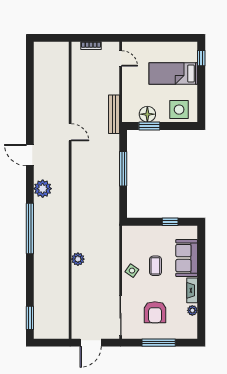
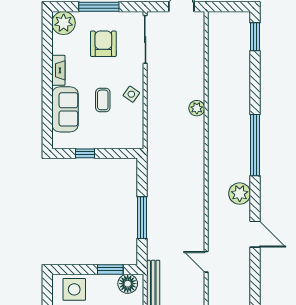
floor lamp: (147, 114) -> (128, 284), moved
plant: (192, 310) -> (64, 23), moved, width x1.88, depth x1.88

